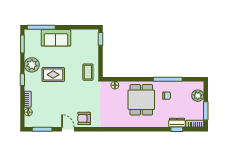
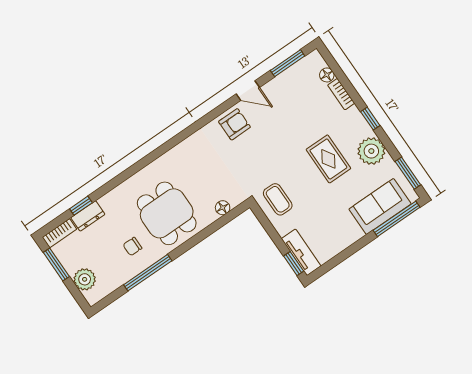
sofa: (56, 38) -> (380, 206), moved
tv unit: (94, 42) -> (301, 252), added
rug: (53, 75) -> (328, 159), turned 90

